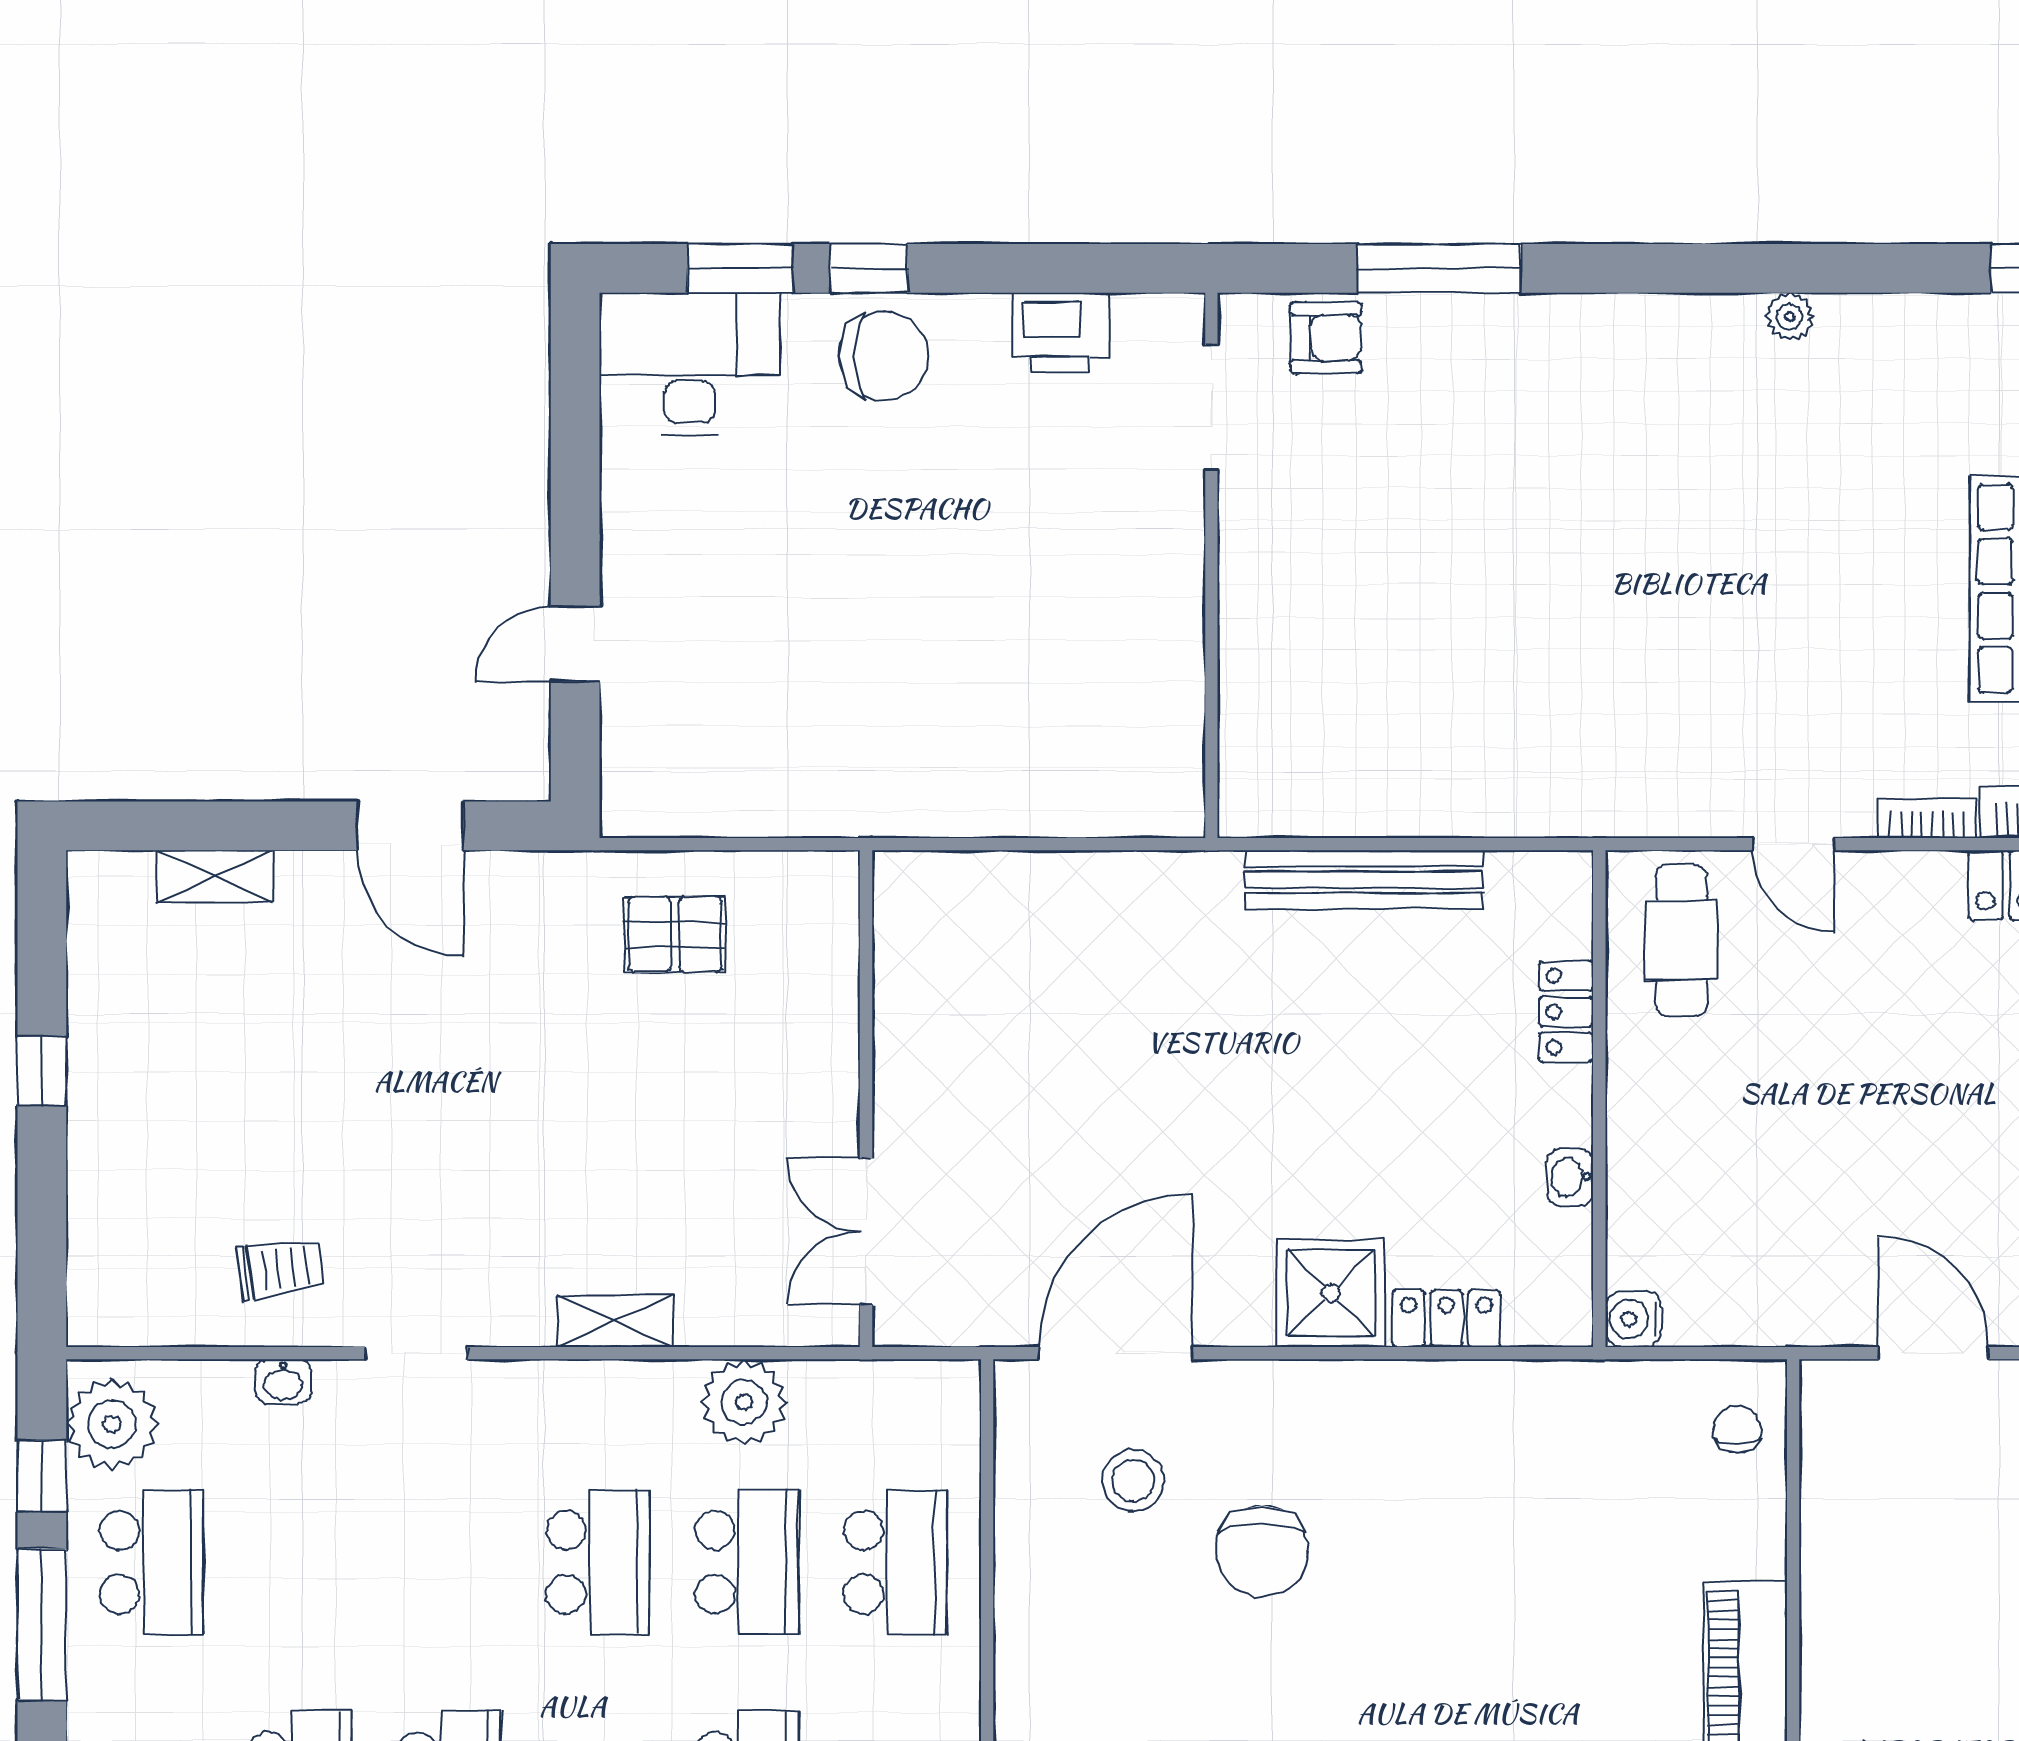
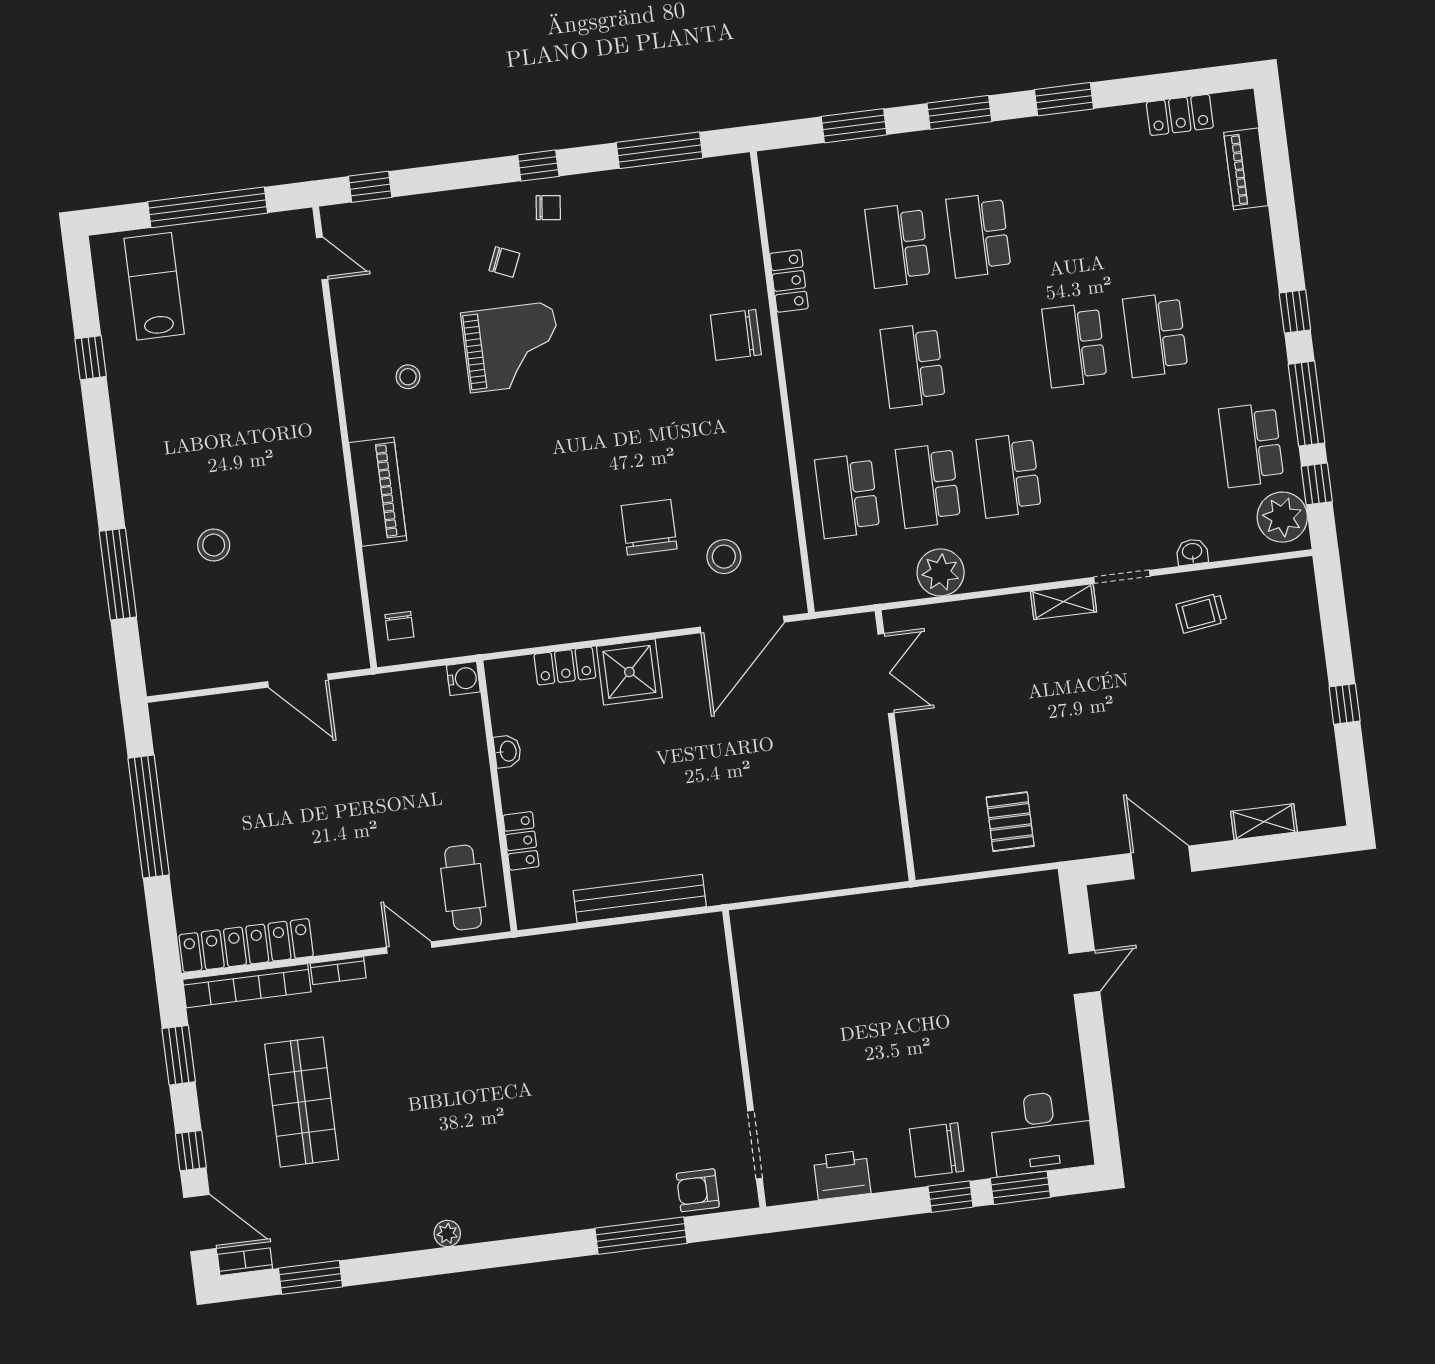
pallet: (675, 934) -> (1010, 822), turned 90
shelving: (615, 1321) -> (1063, 602), moved

